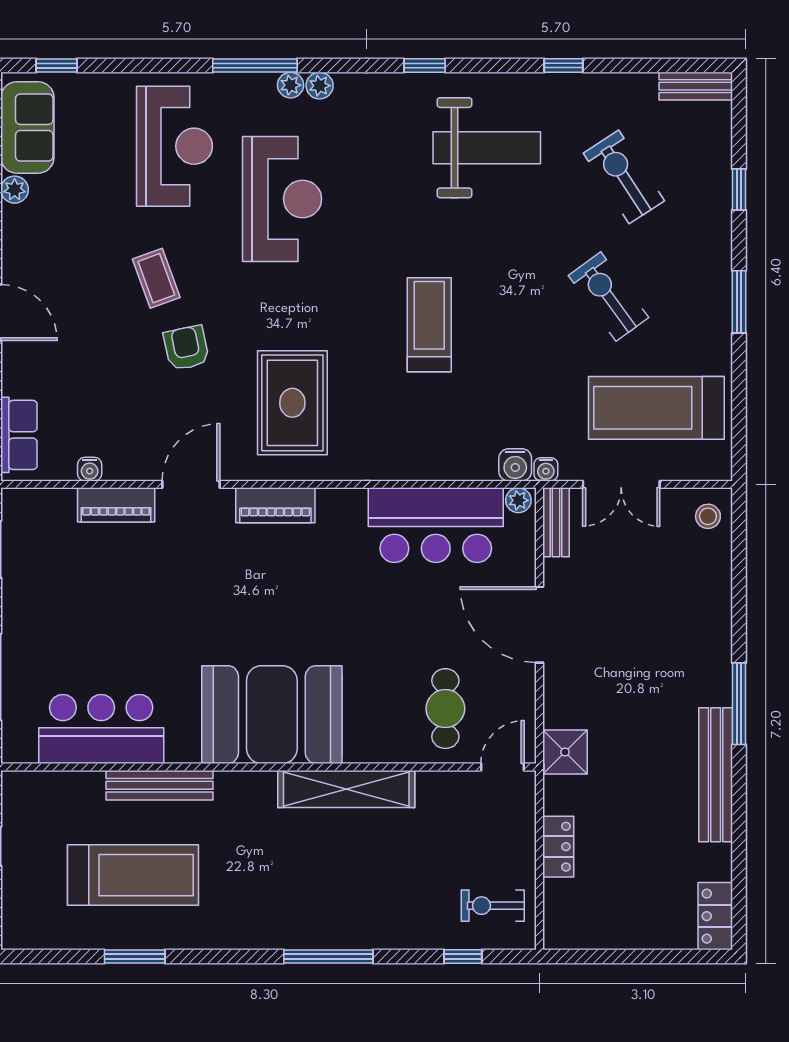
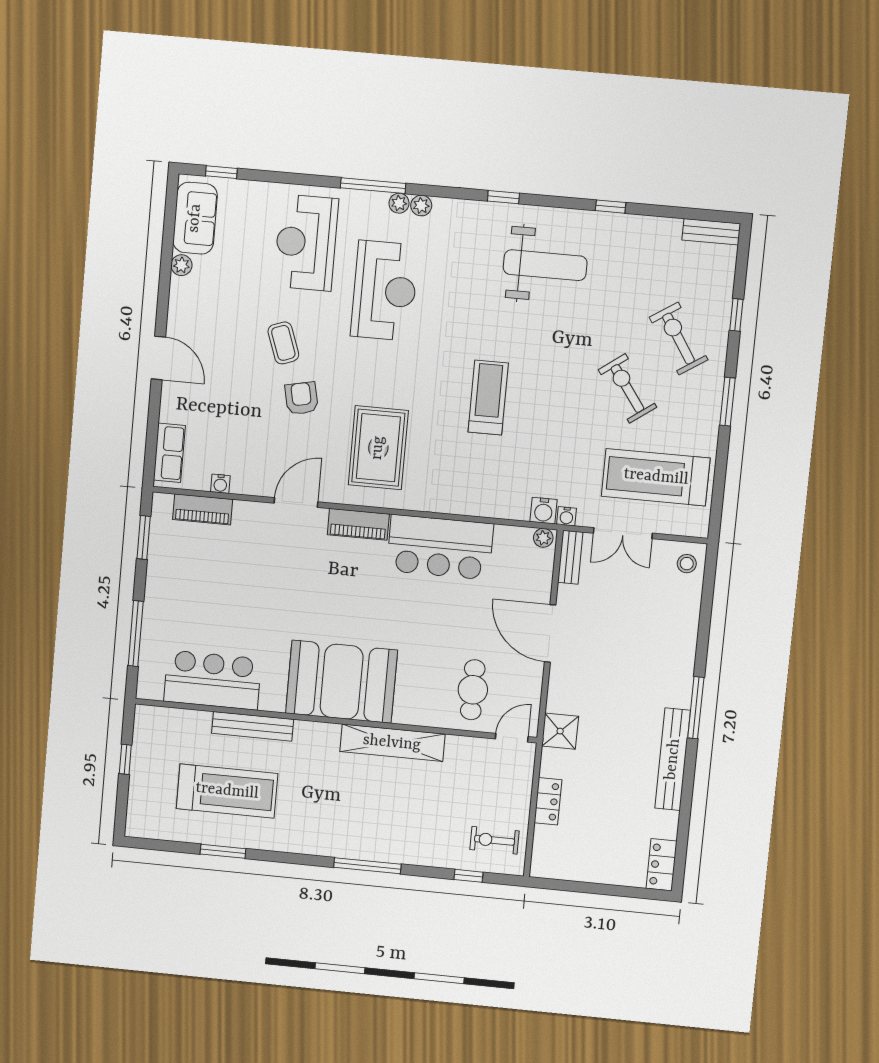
reception desk: (174, 146) -> (306, 243), turned 180
exercise bike: (624, 177) -> (679, 339), moved
piano: (116, 505) -> (203, 509), moved
bar counter: (436, 525) -> (440, 547), moved

